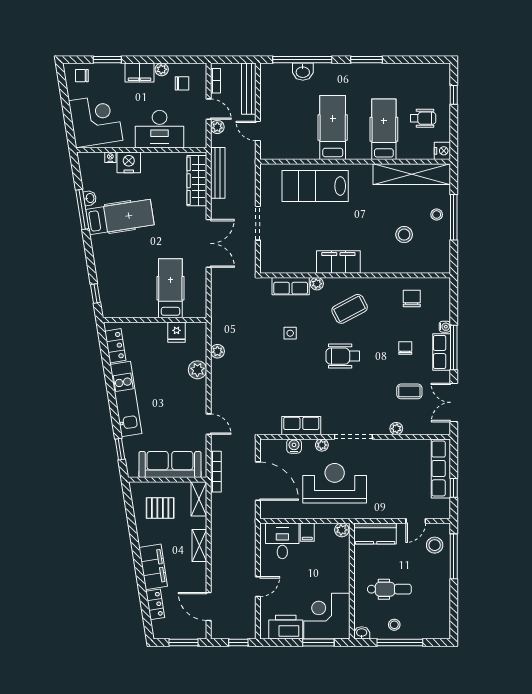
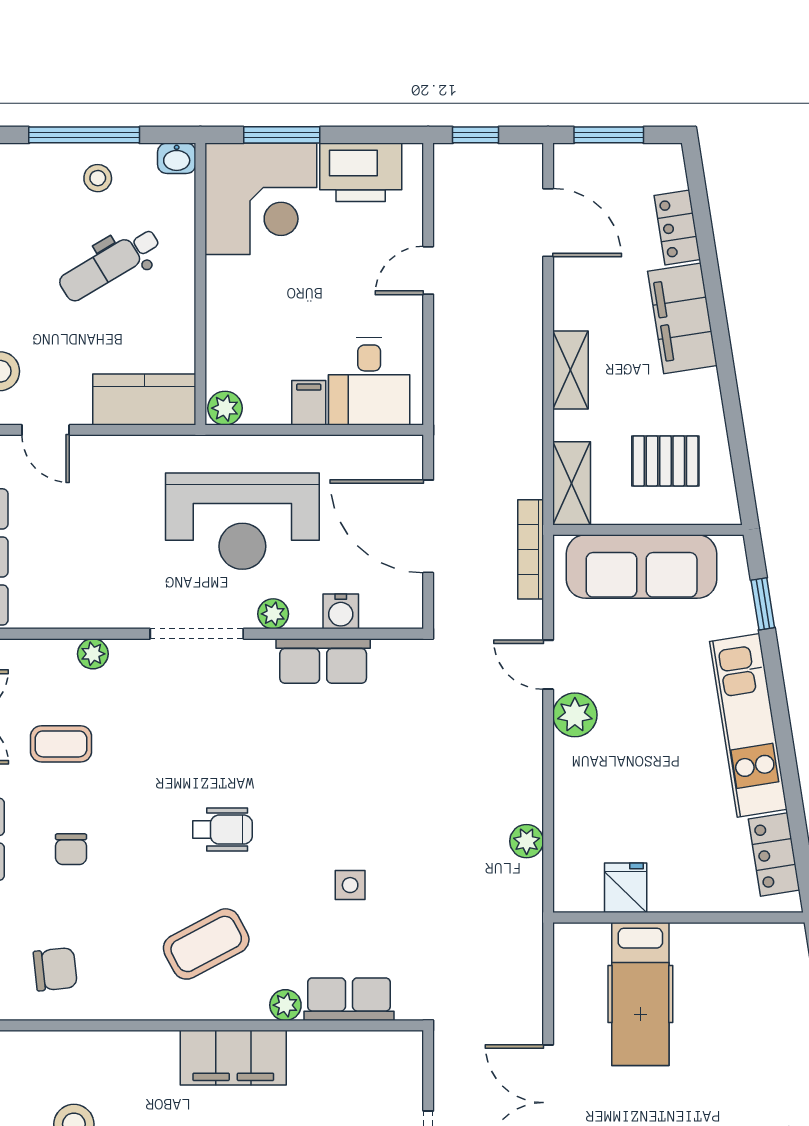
chair: (412, 298) -> (55, 969), turned -96
wheelchair: (343, 356) -> (222, 830), width x0.73, depth x0.73
plant: (197, 370) -> (575, 715), moved
door: (416, 521) -> (46, 430), swing flipped
dental chair: (389, 589) -> (110, 264), turned -31

